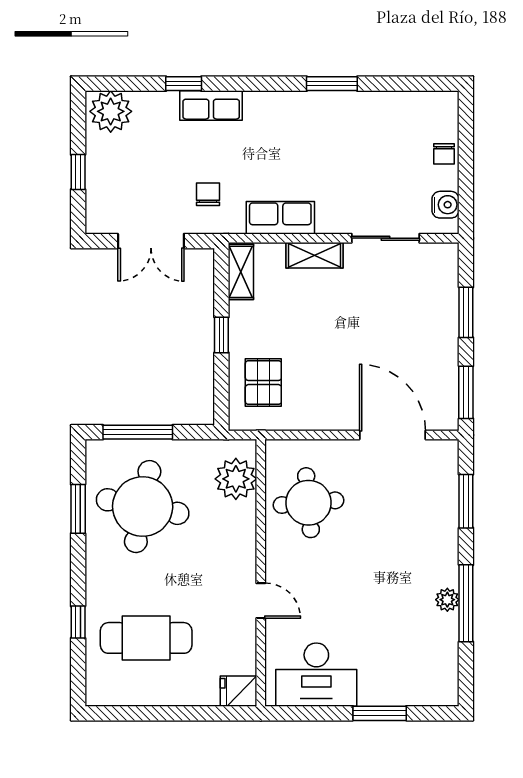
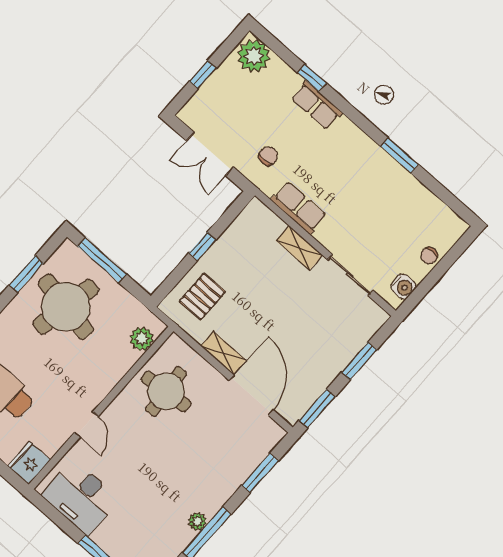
shelving: (241, 272) -> (223, 353), moved, turned 90
plant: (236, 479) -> (142, 339), width x0.73, depth x0.73
fridge: (238, 691) -> (29, 463), width x1.38

